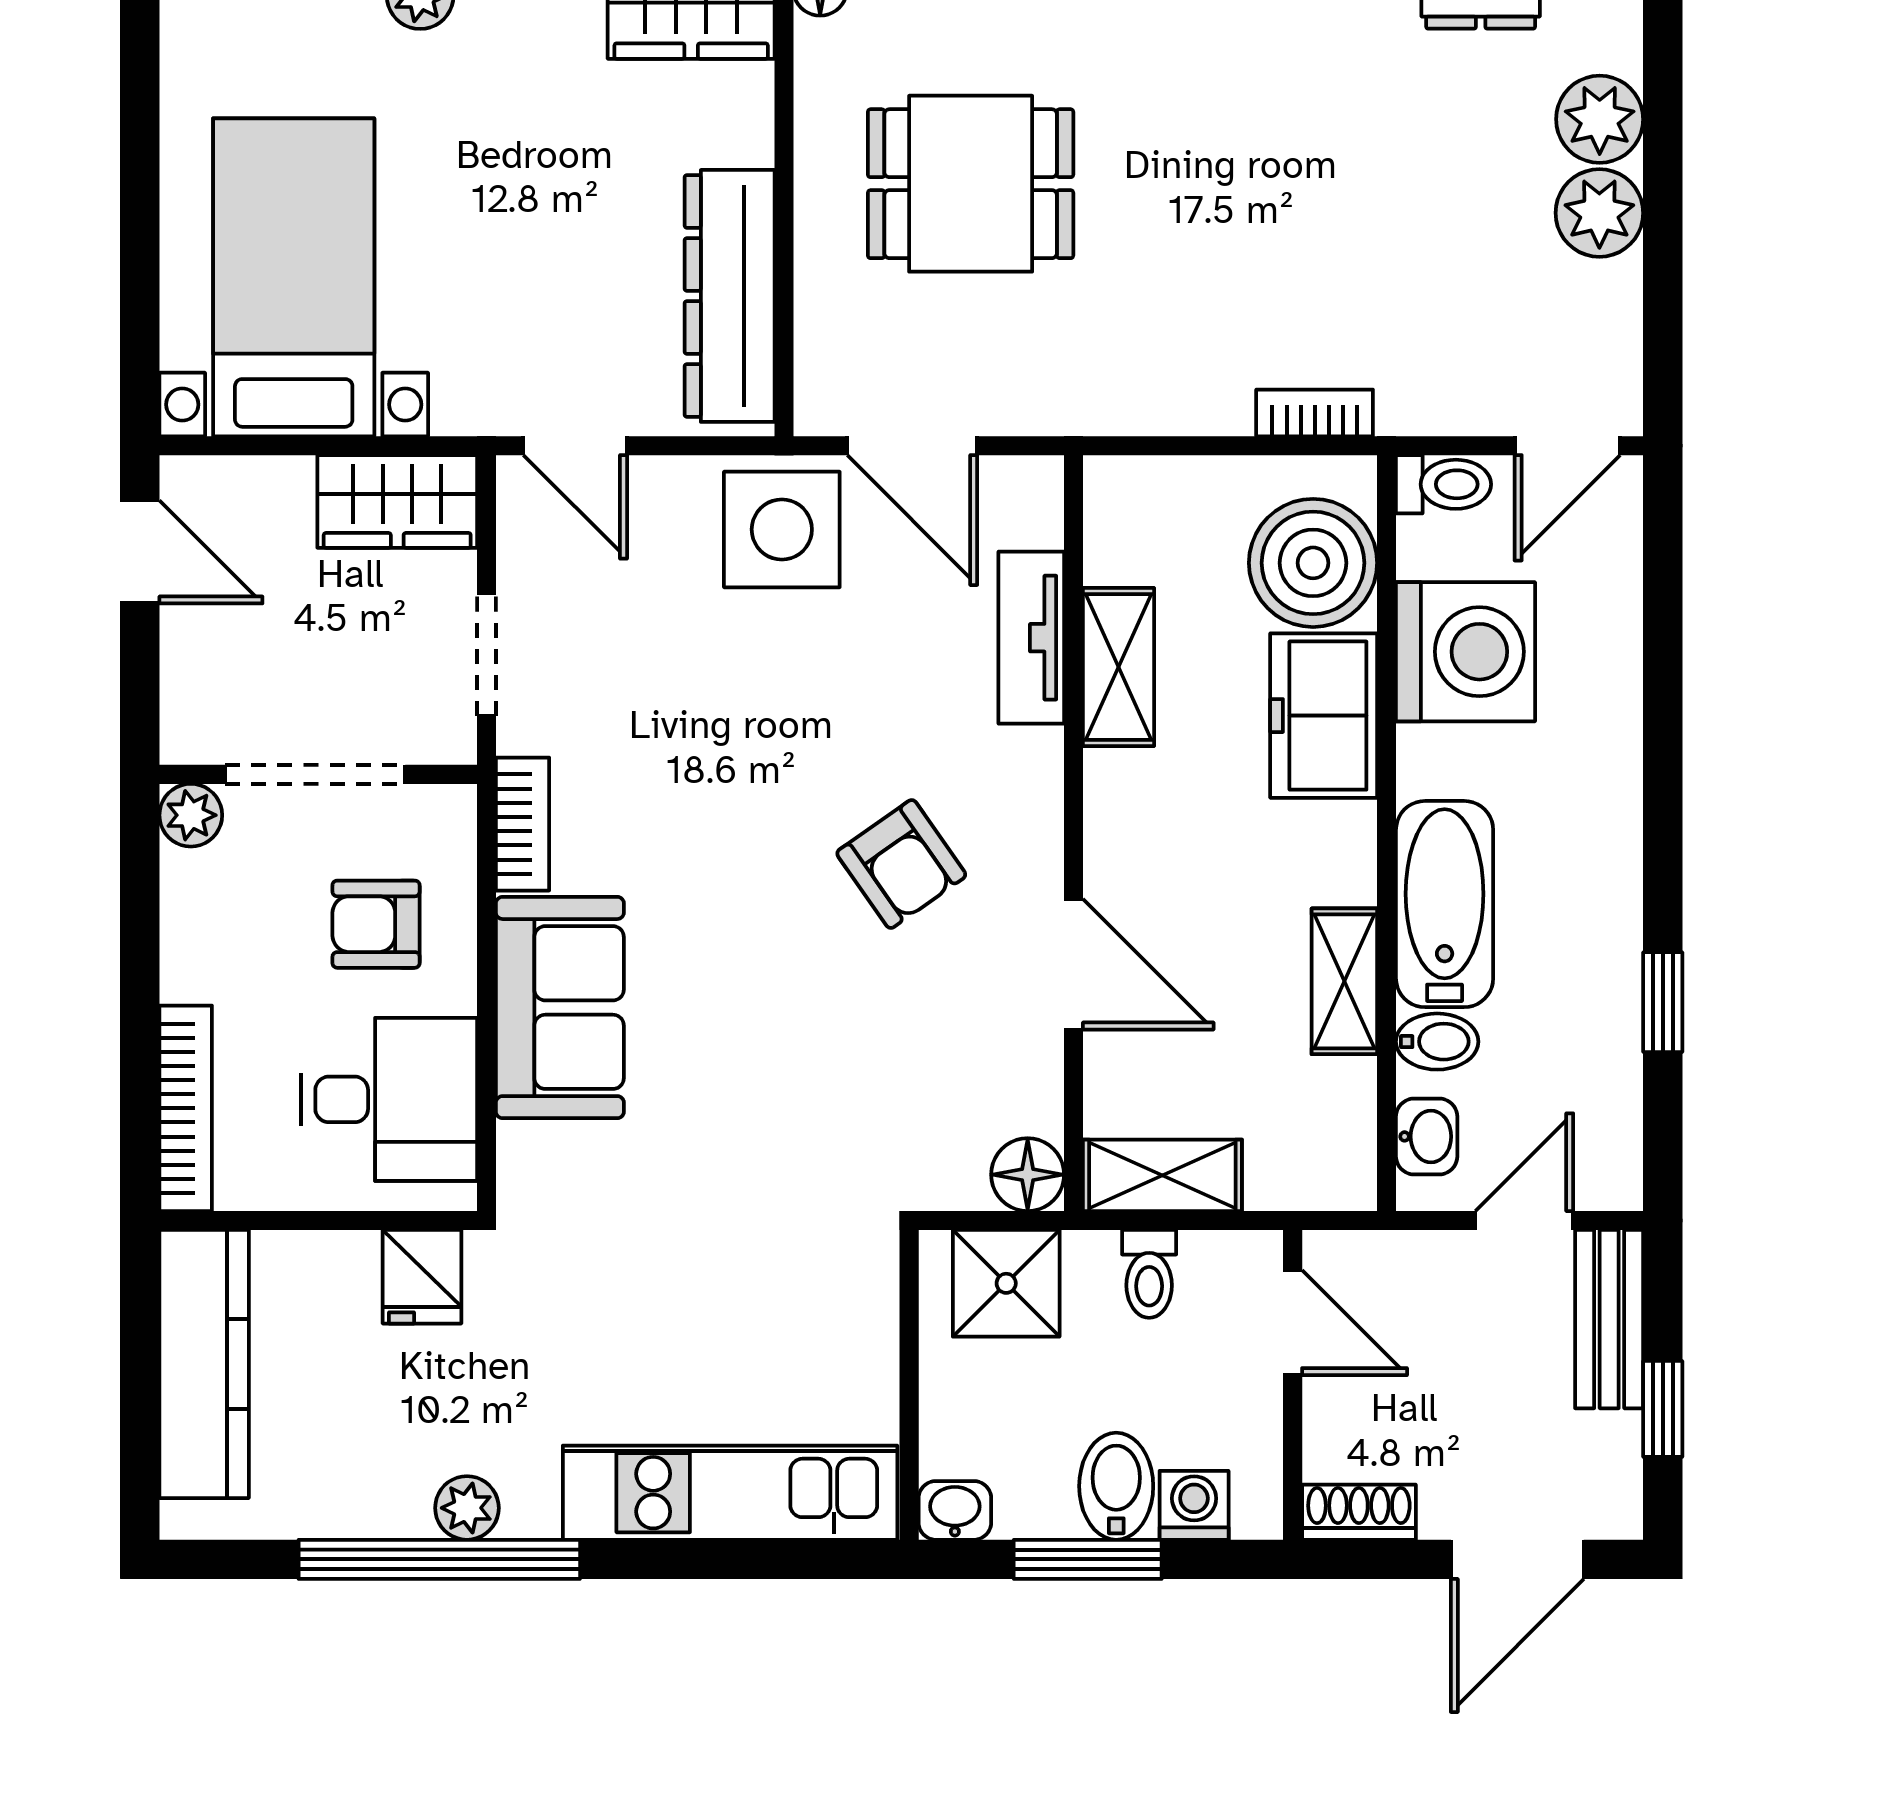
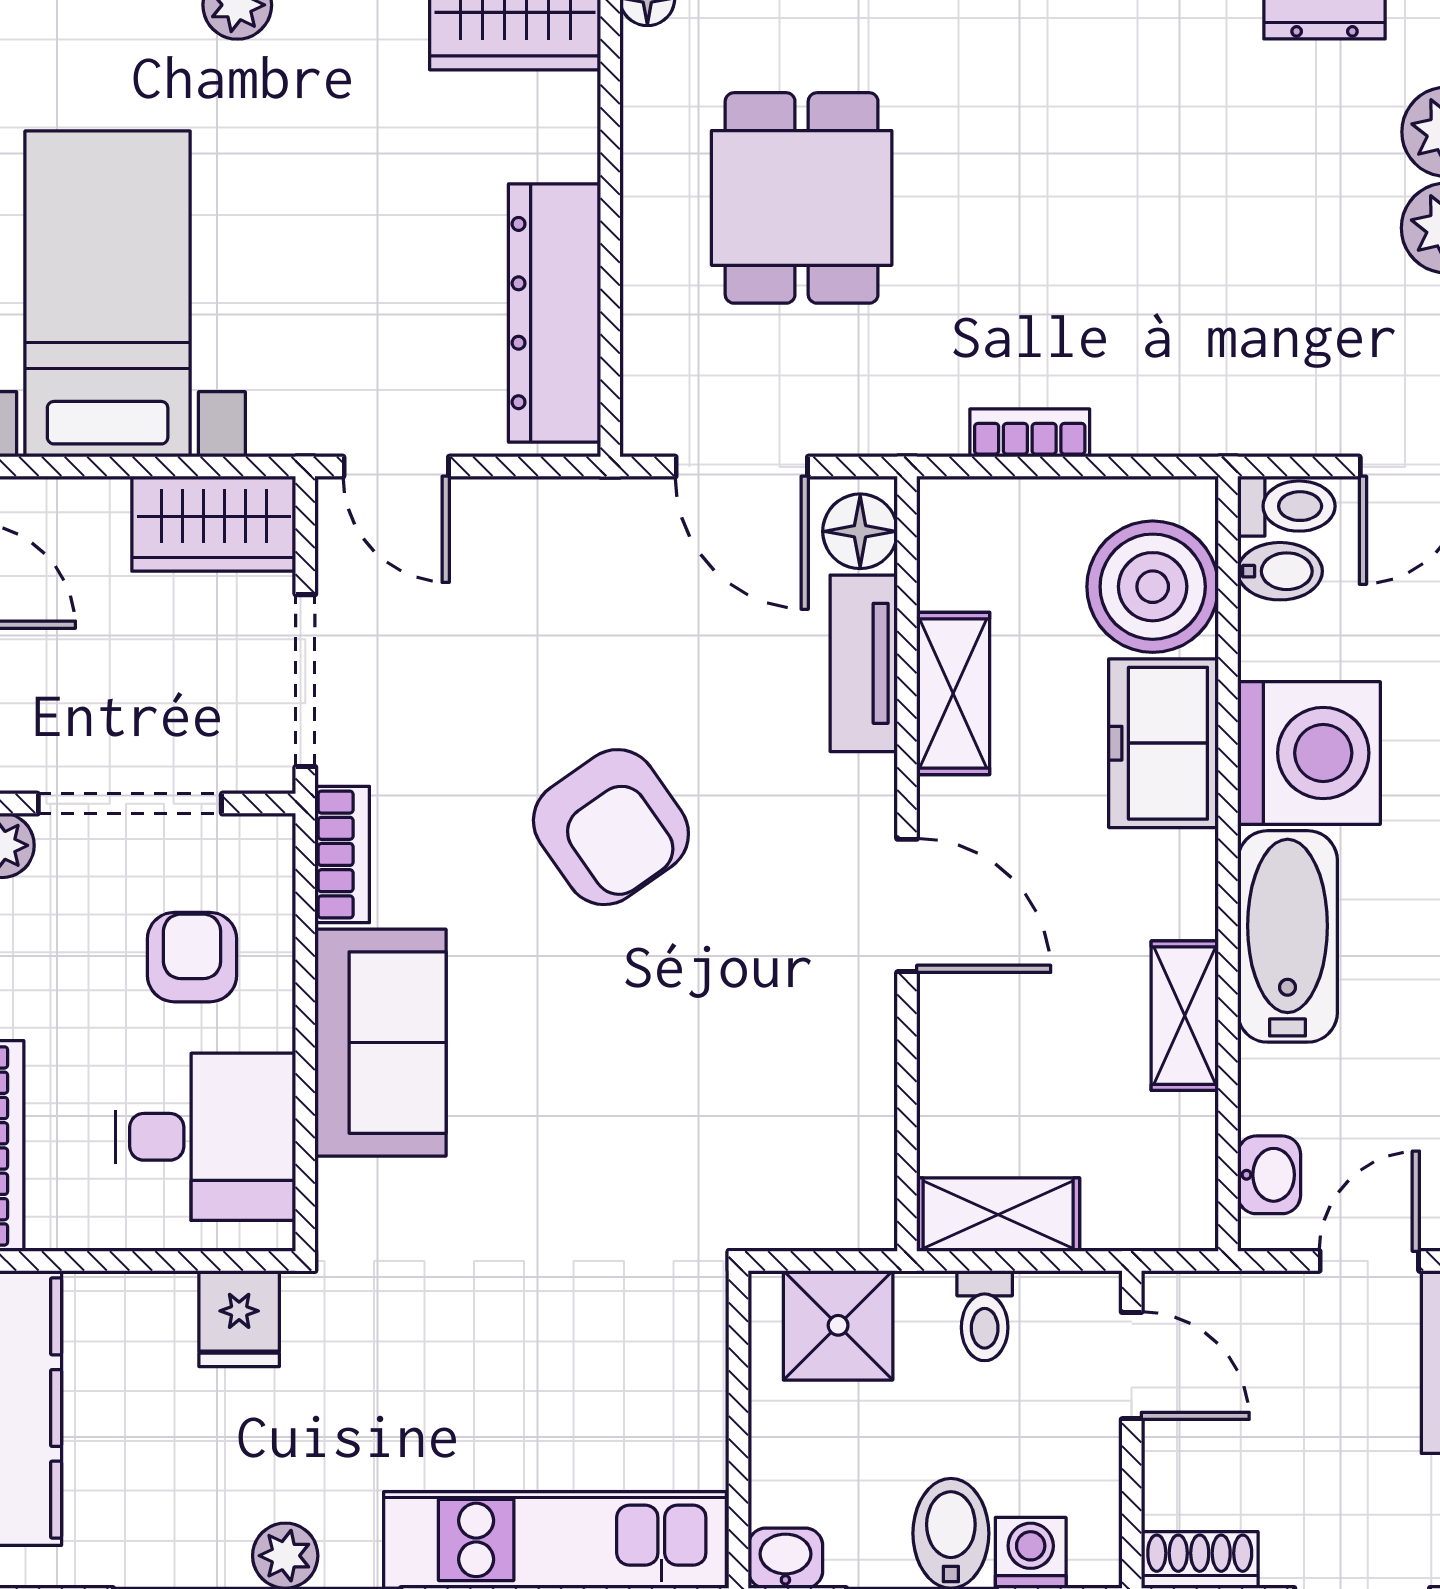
dining table: (971, 184) -> (802, 198), turned 90
bookcase: (1315, 413) -> (1030, 433), moved
side table: (782, 529) -> (608, 552), removed
washing machine: (1465, 652) -> (1309, 753), moved
doorway: (487, 654) -> (305, 681), width x1.38
armchair: (901, 864) -> (611, 827), moved, width x1.38, depth x1.38
armchair: (376, 924) -> (192, 957), turned 90
door: (1073, 964) -> (907, 905), moved
bidet: (1437, 1042) -> (1280, 571), moved
floor lamp: (1028, 1175) -> (860, 531), moved

